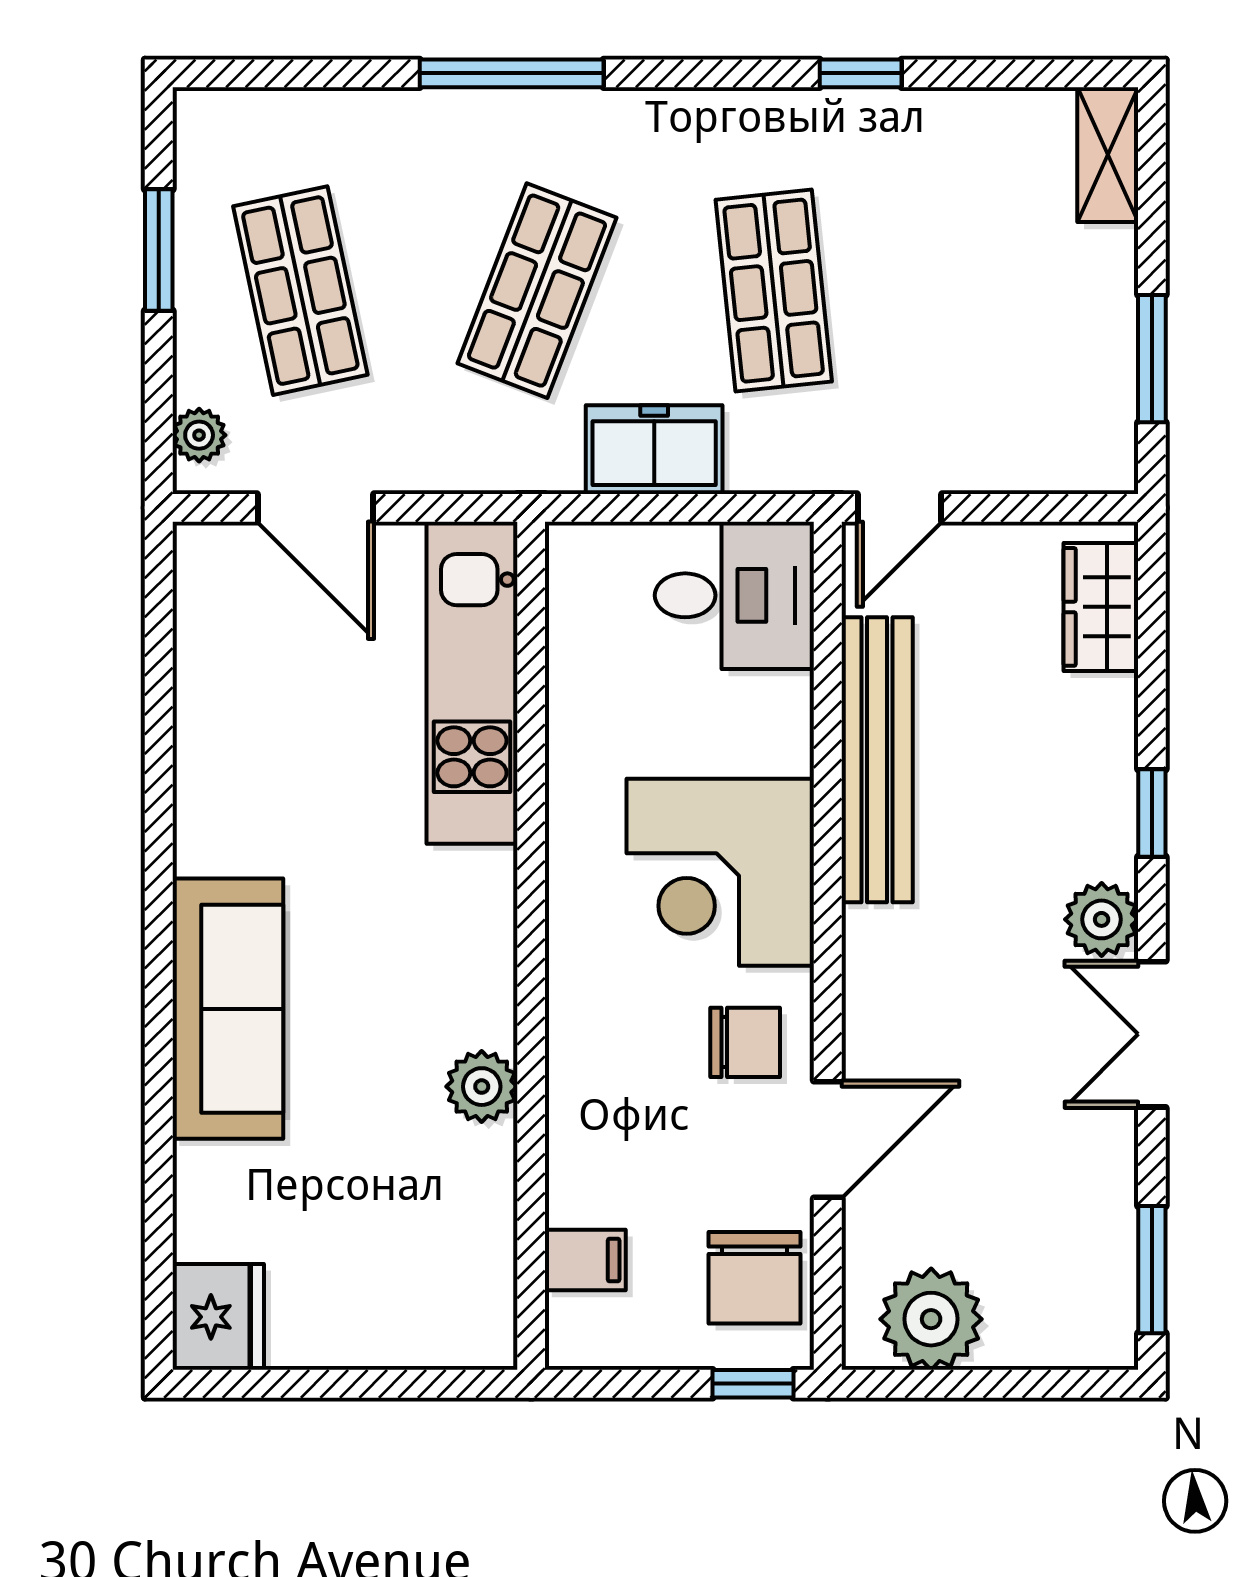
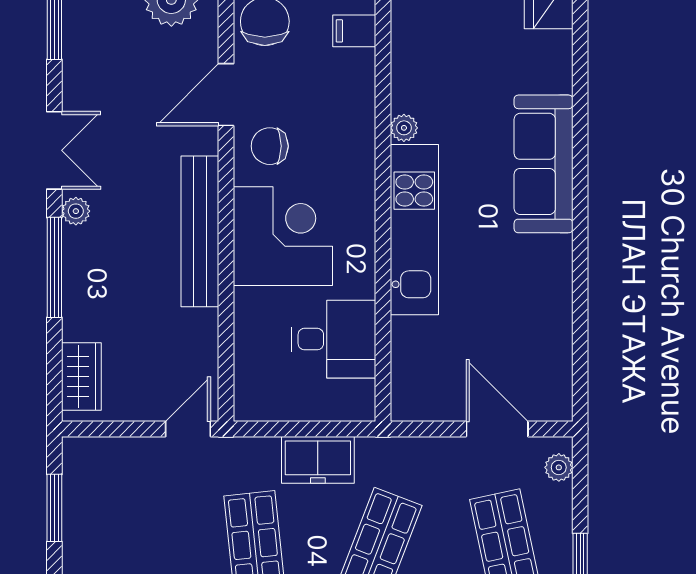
desk: (734, 595) -> (334, 339), moved, turned 180
kitchen unit: (472, 683) -> (414, 230), moved
bench: (877, 760) -> (200, 231), moved
window: (1152, 813) -> (54, 267), width x2.17
plant: (1102, 919) -> (76, 211), width x0.73, depth x0.73
plant: (482, 1087) -> (404, 128), width x0.73, depth x0.73

